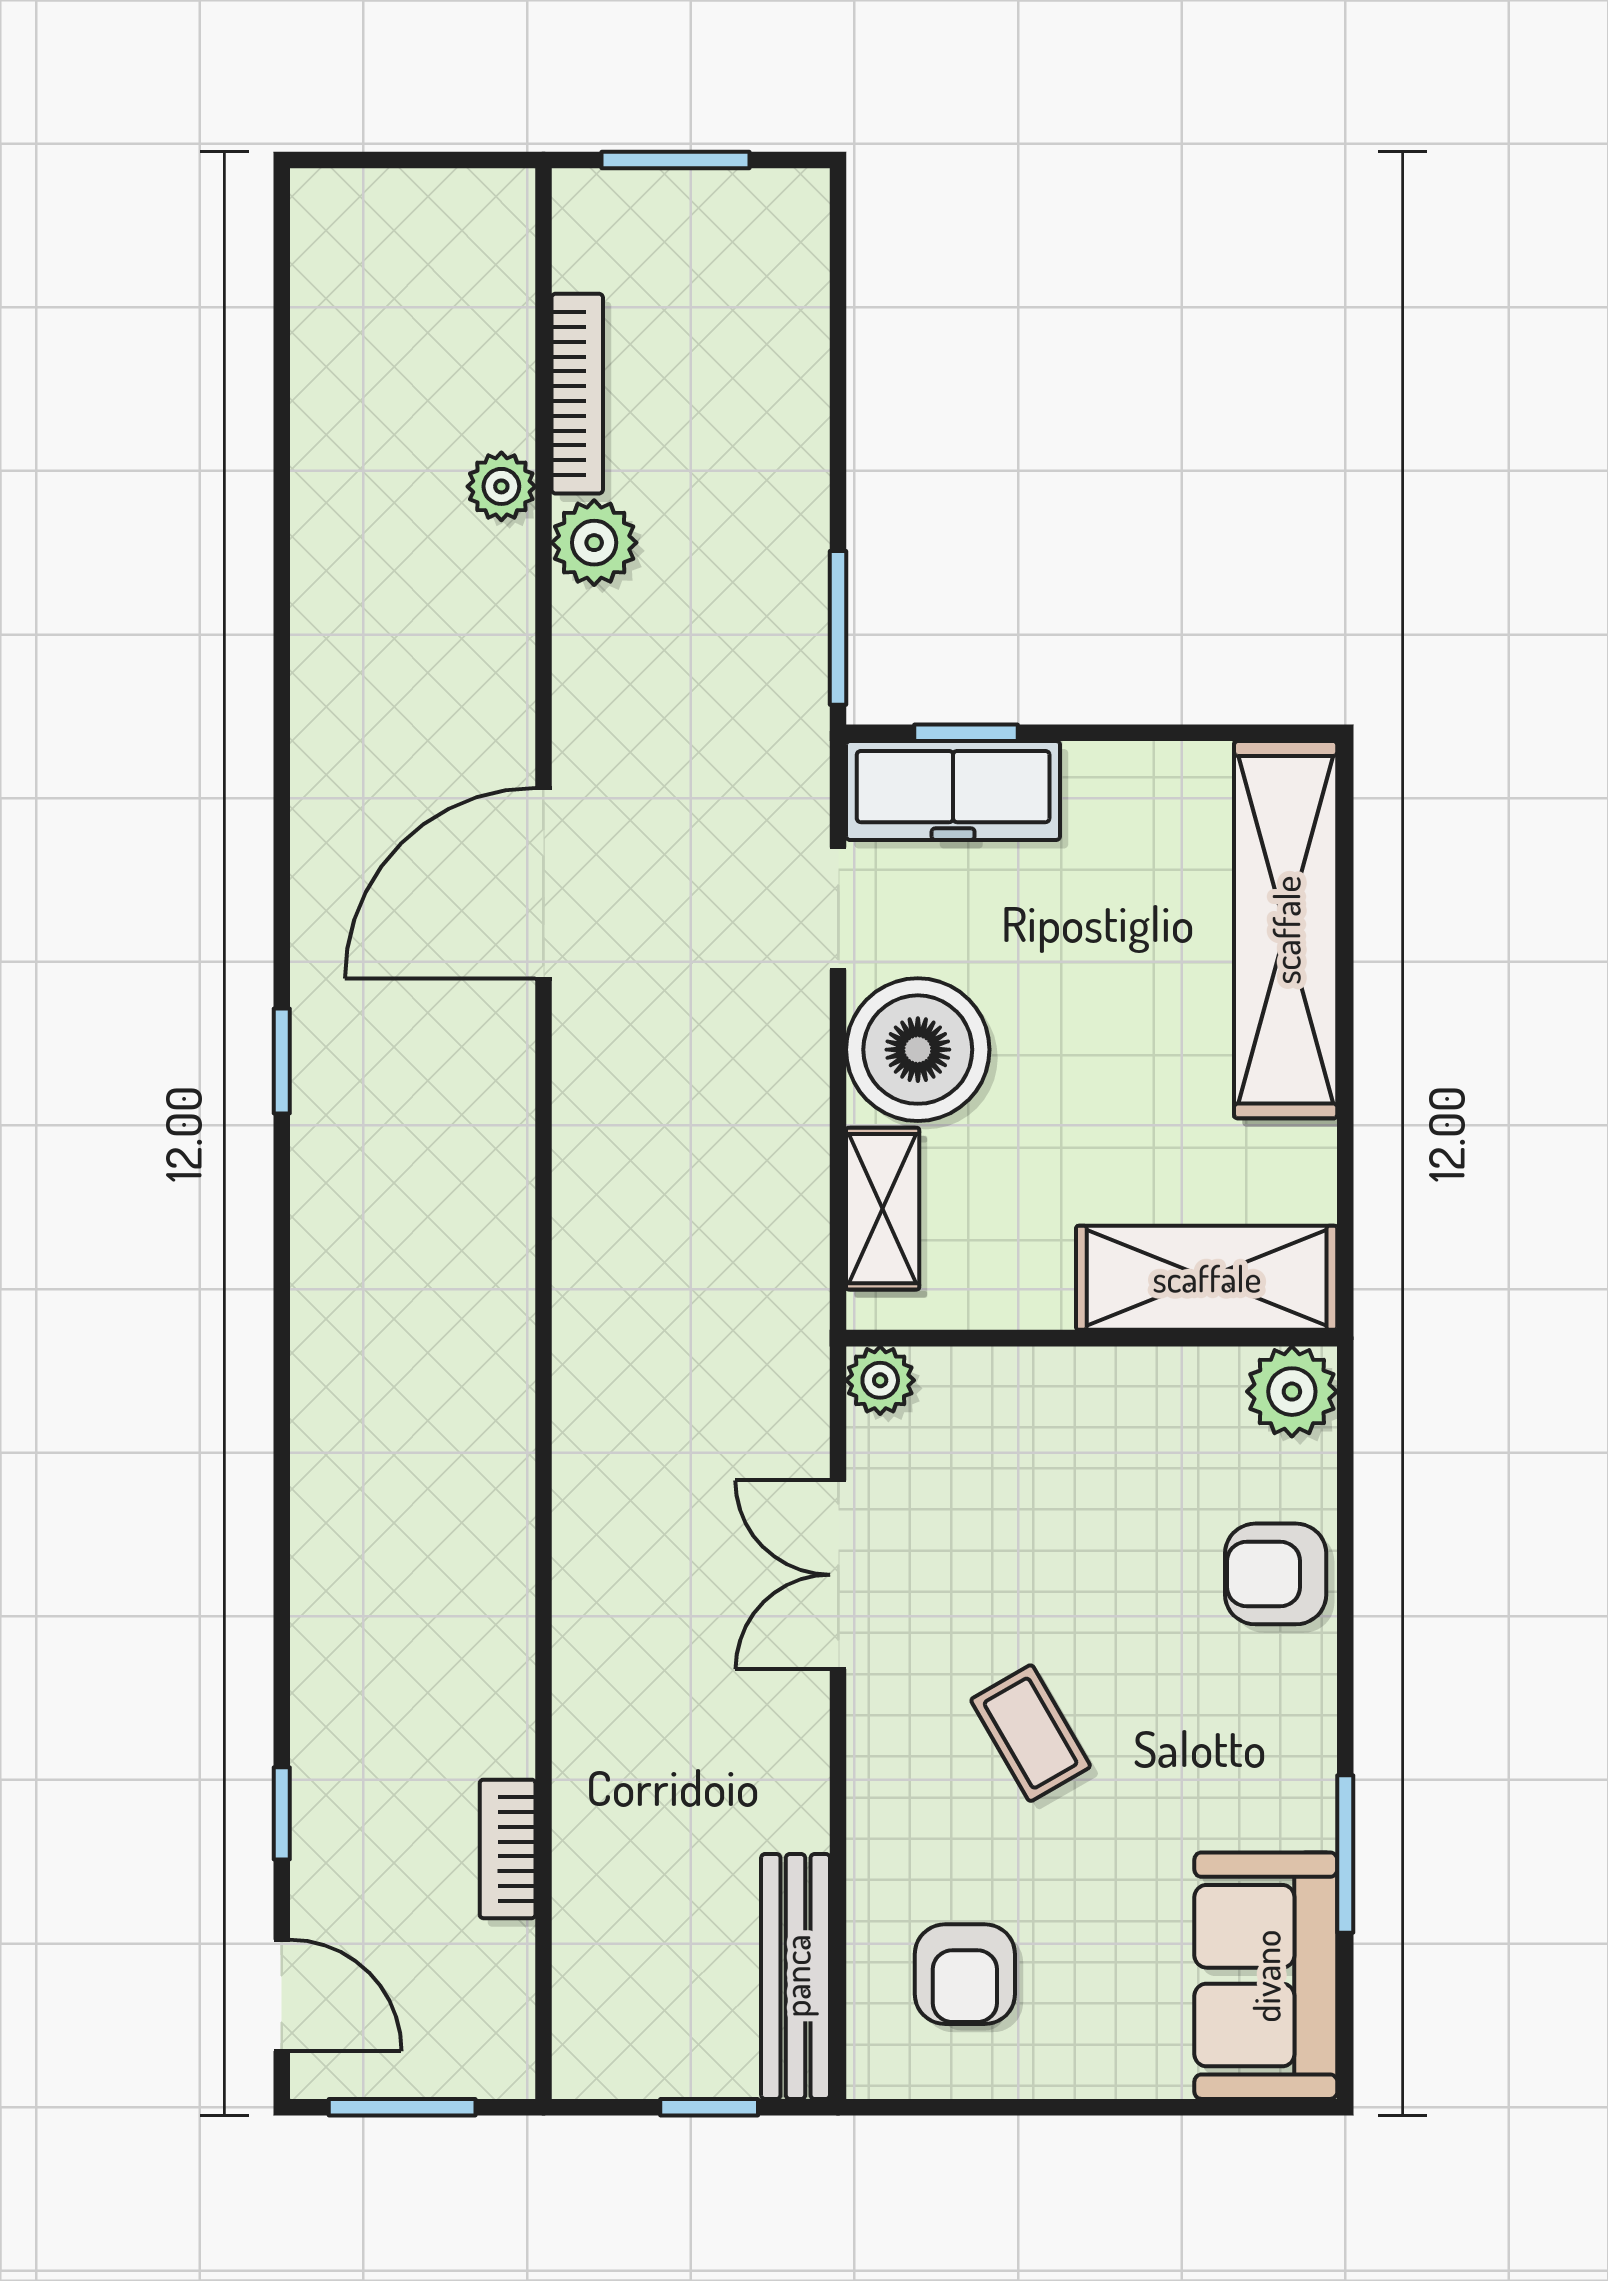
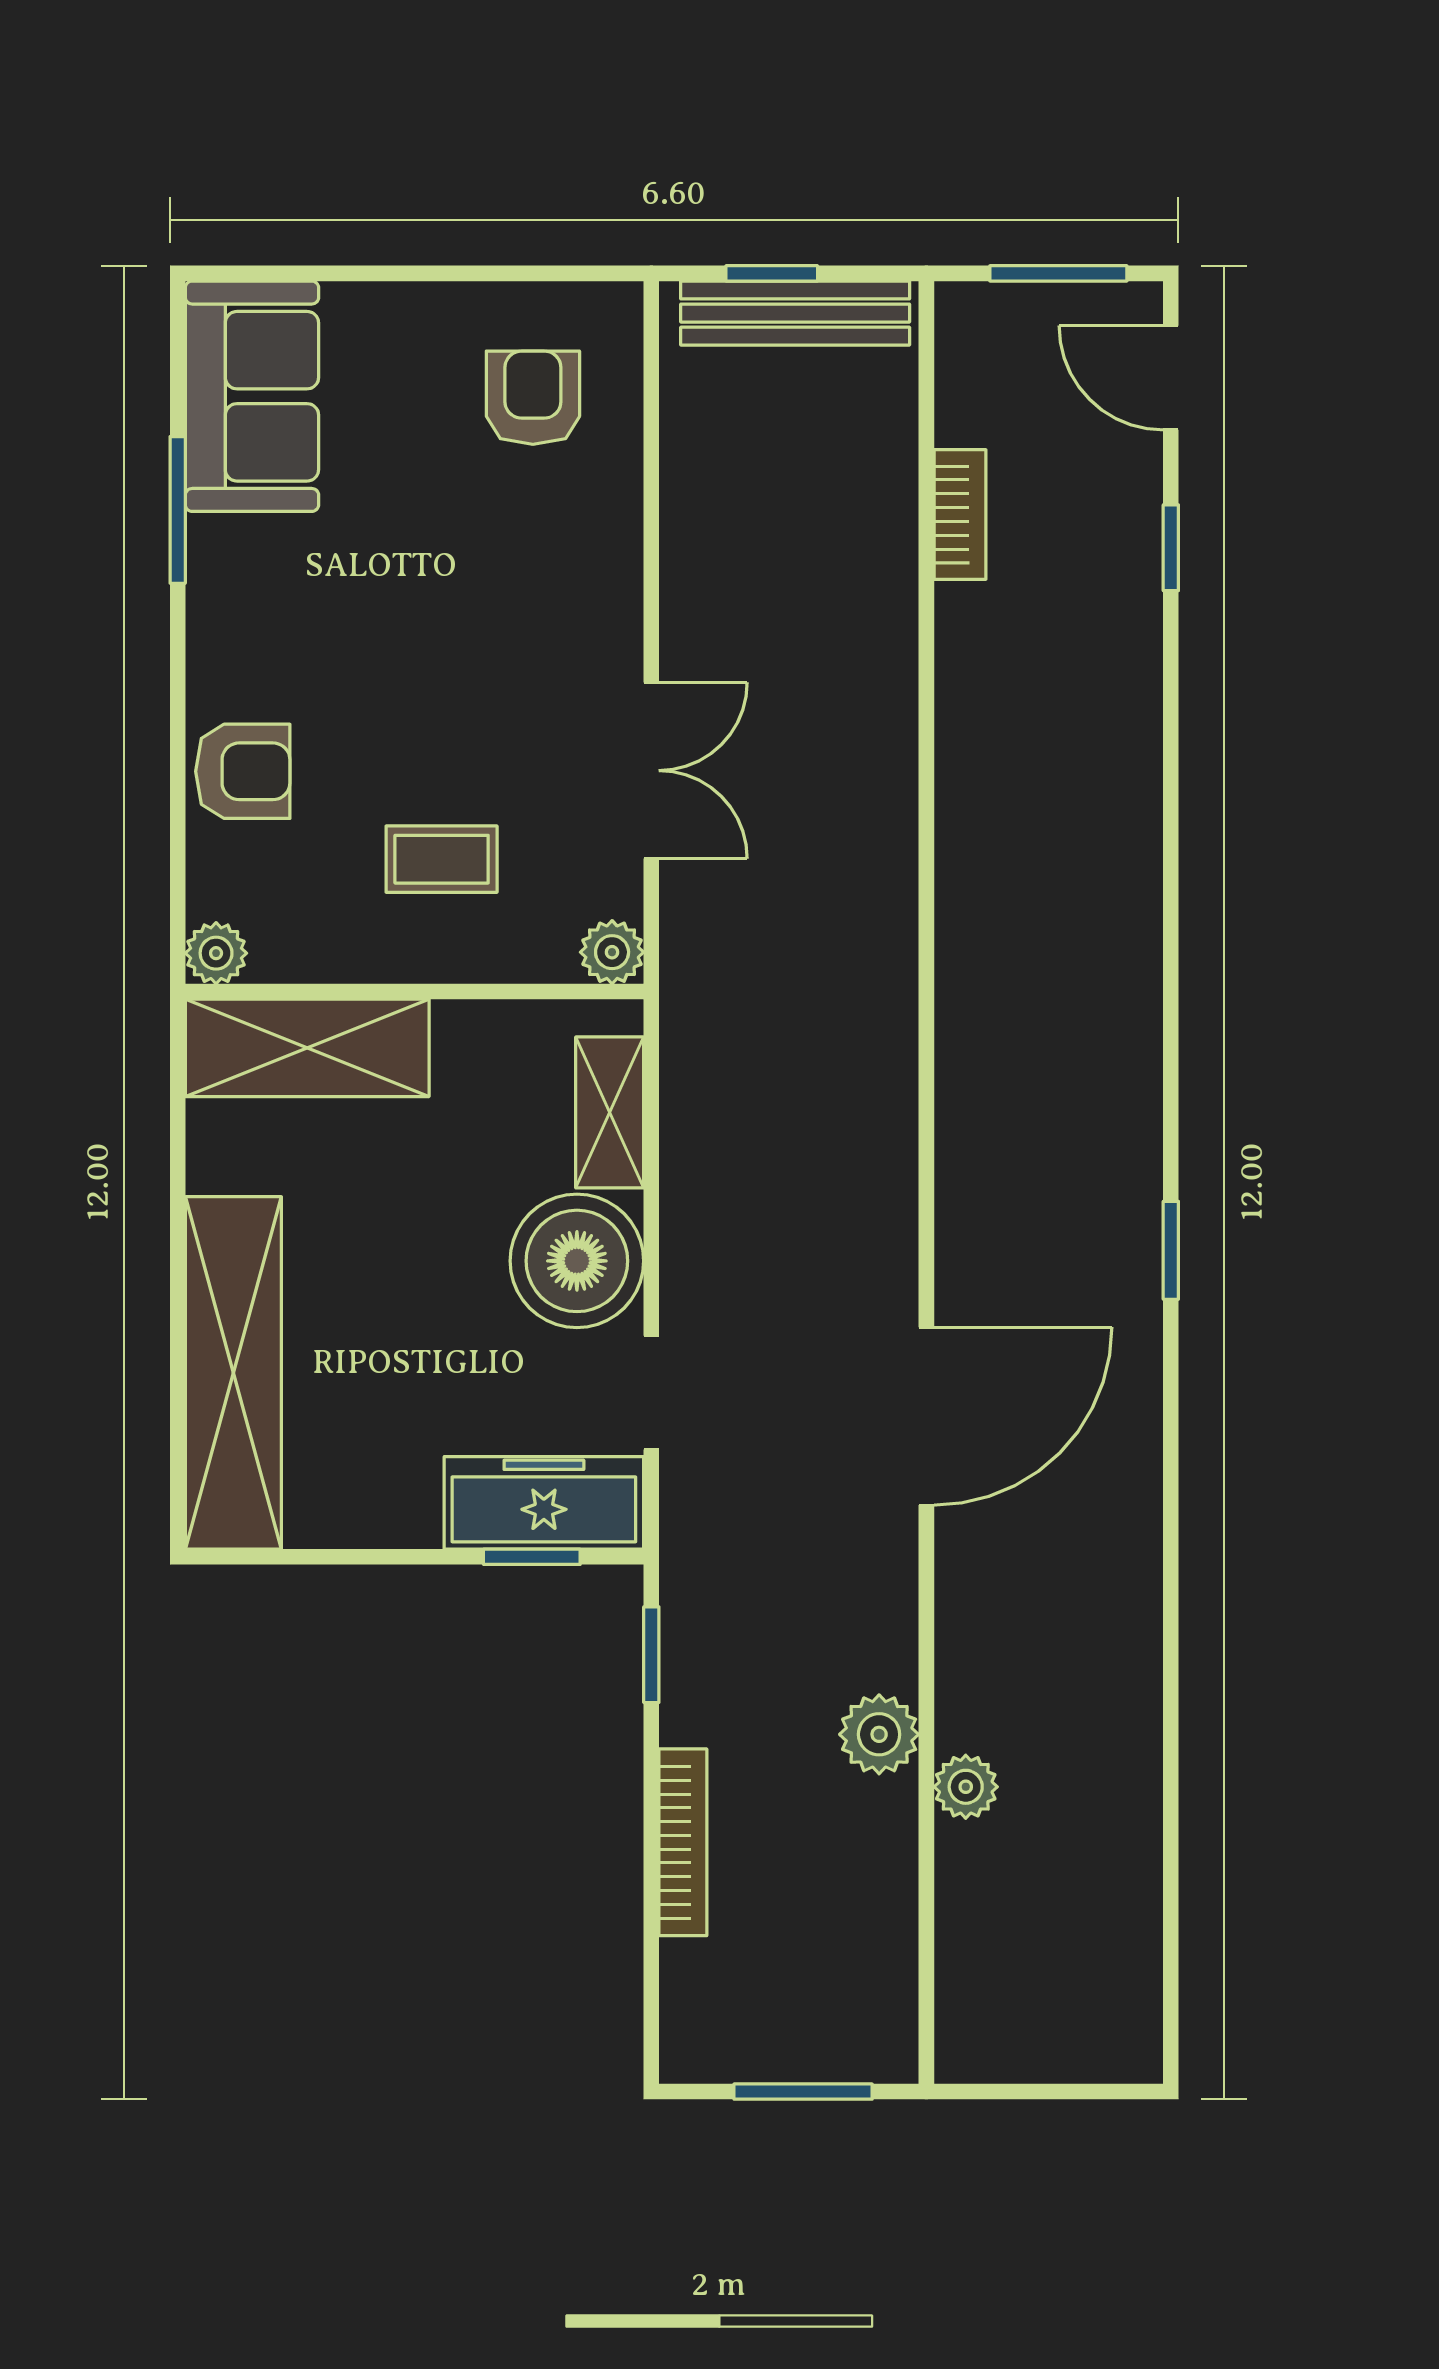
bookcase: (577, 394) -> (683, 1842), moved, turned 180
window: (838, 628) -> (651, 1655), width x0.67
plant: (1292, 1392) -> (216, 953), width x0.73, depth x0.73
coffee table: (1031, 1733) -> (442, 859), moved, turned -60
bench: (796, 1976) -> (795, 313), moved, turned 90

